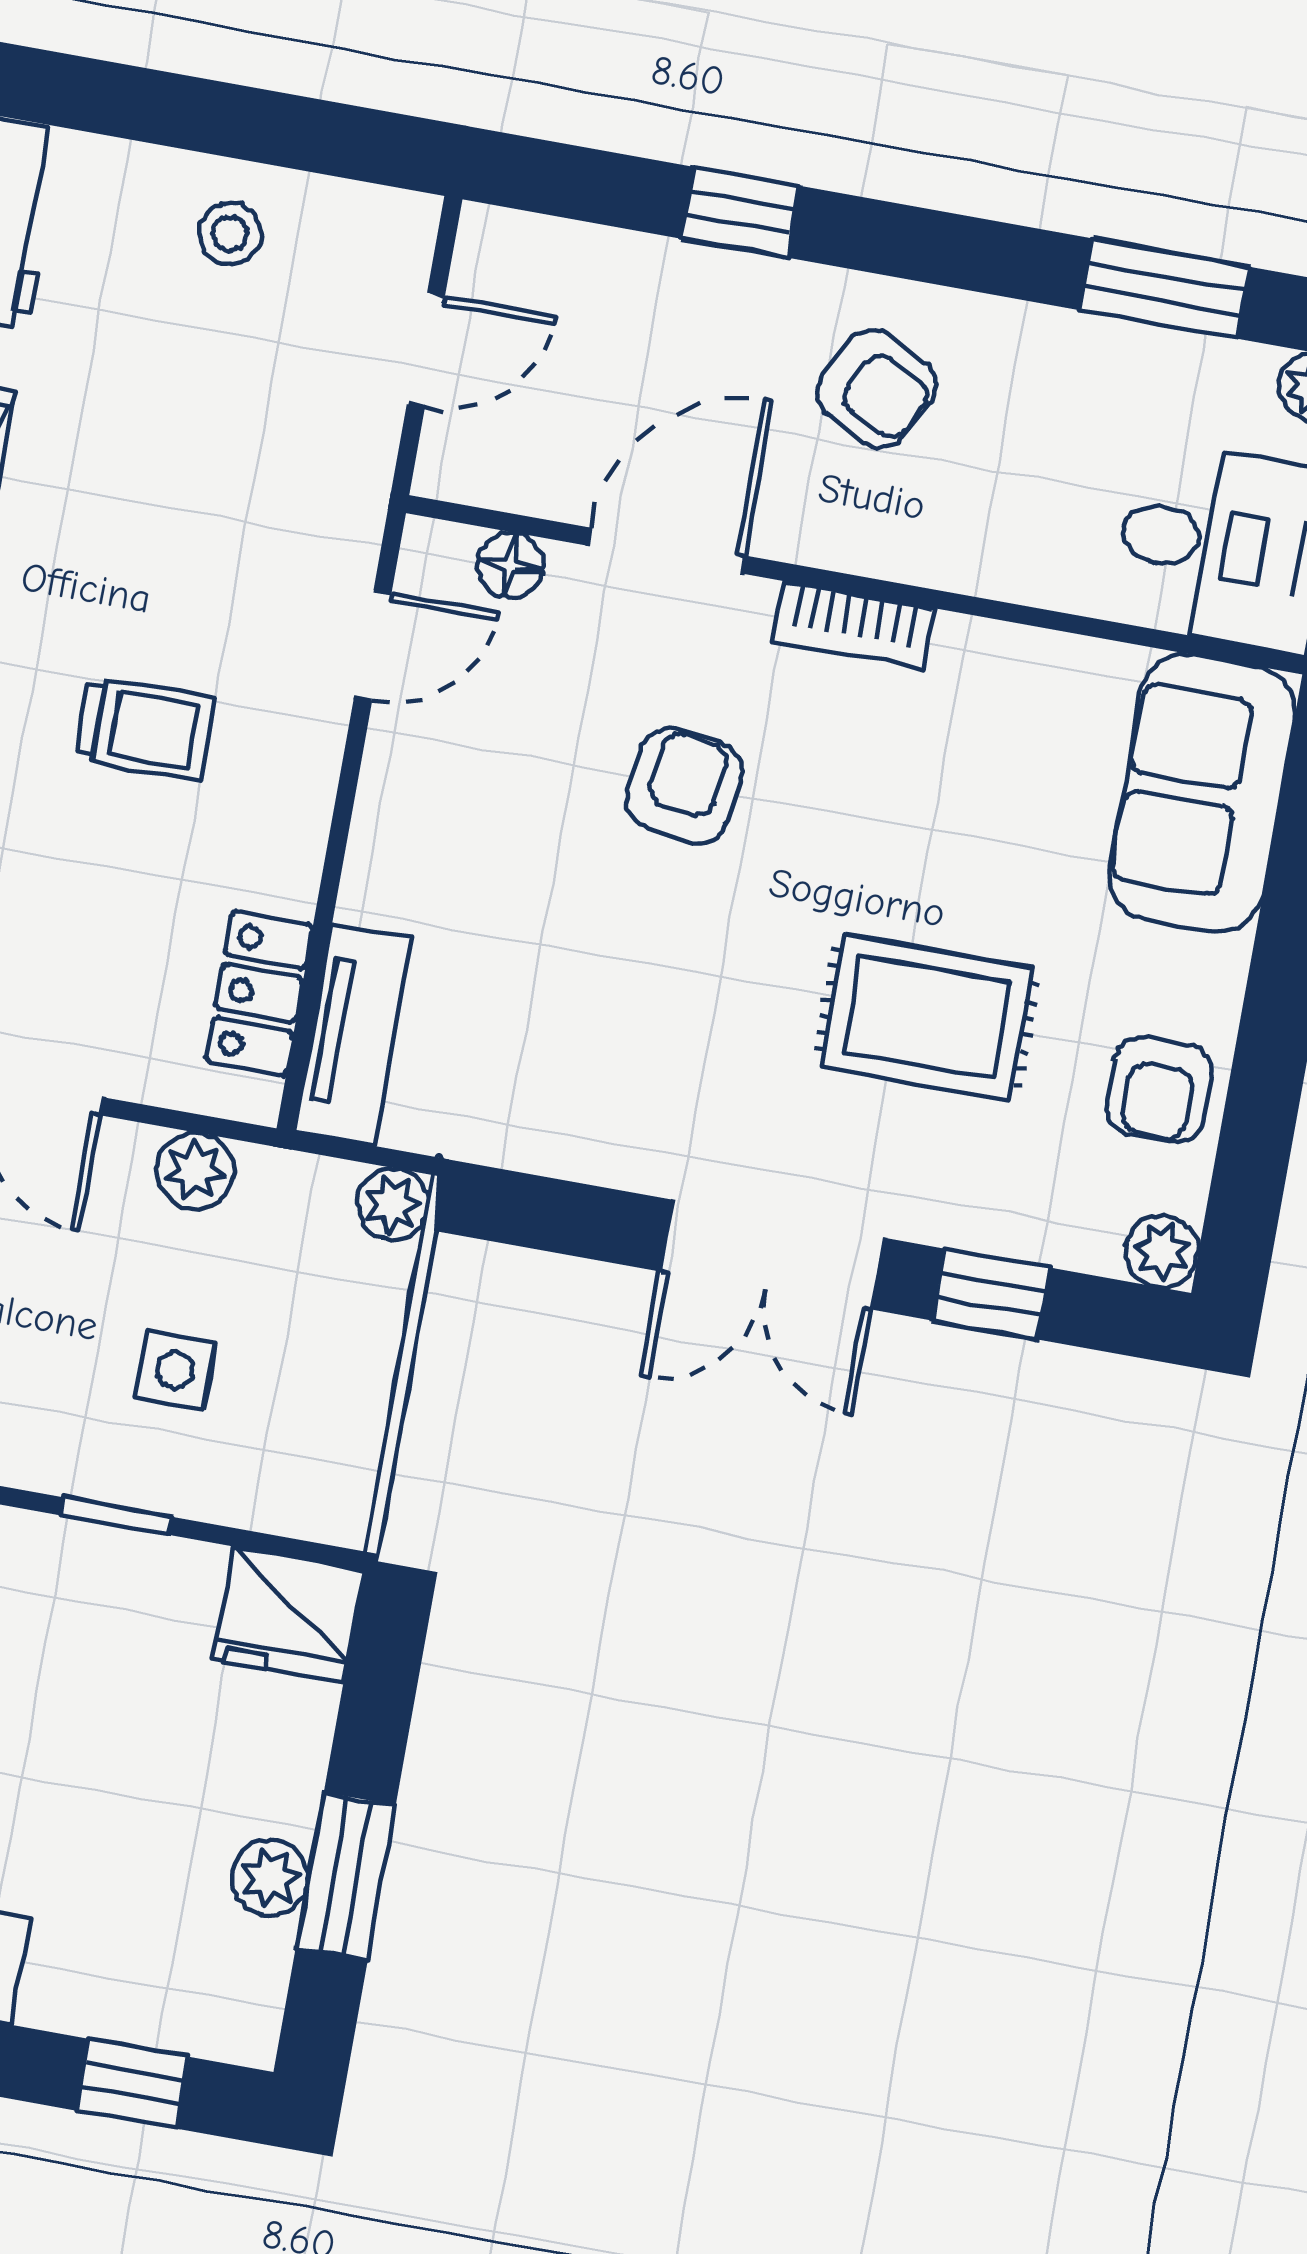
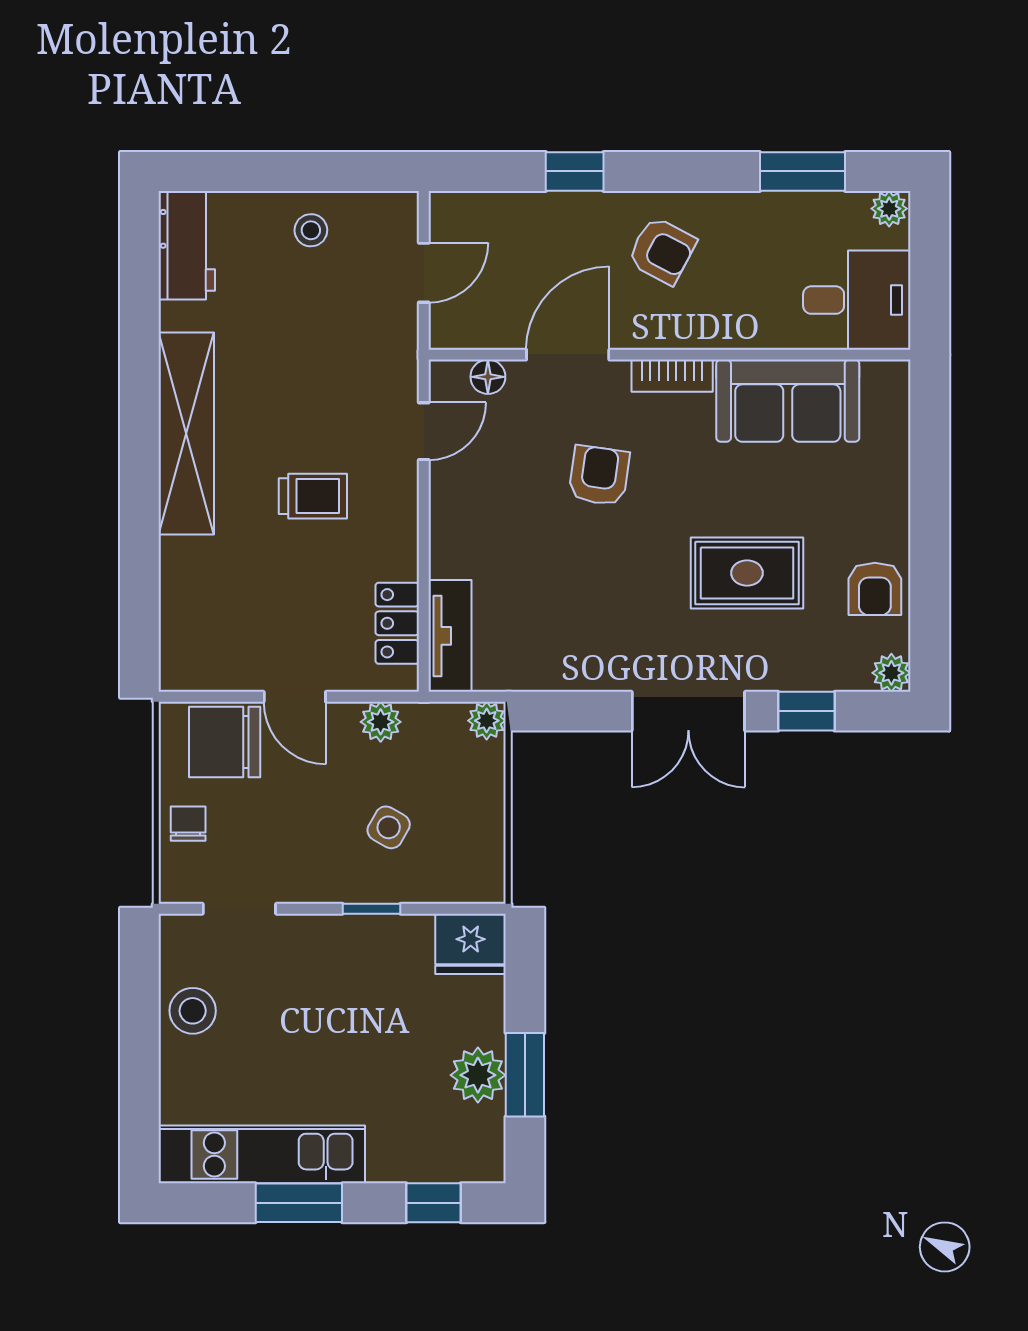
sofa: (1202, 793) -> (788, 401), moved, turned -90
side table: (175, 1370) -> (389, 827), turned 30
plant: (270, 1878) -> (478, 1075), width x1.38, depth x1.38

